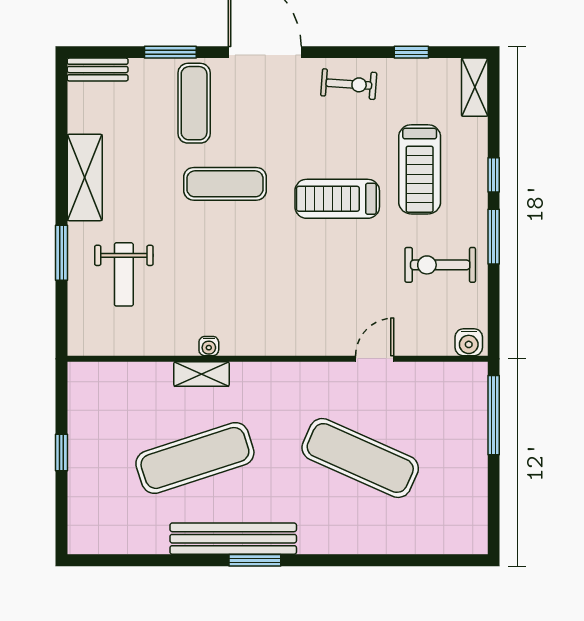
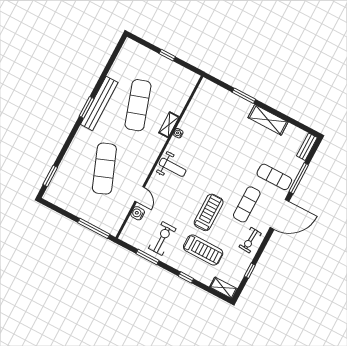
window: (170, 52) -> (299, 178), width x1.44
treadmill: (420, 169) -> (203, 250), turned 180
exercise mat: (225, 184) -> (247, 204), moved
window: (494, 237) -> (148, 257), moved
weight bench: (124, 274) -> (173, 167), moved, turned 180
water cooler: (469, 342) -> (138, 213), moved
exercise mat: (360, 458) -> (104, 169), turned -45
window: (433, 560) -> (50, 176), added

